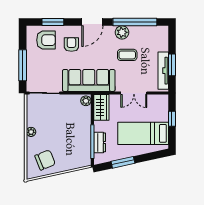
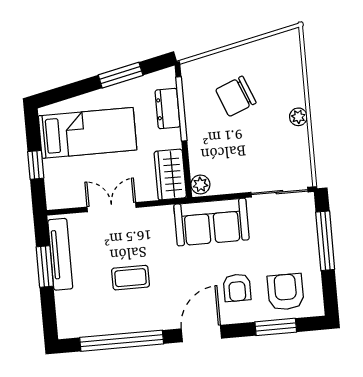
plant: (122, 32) -> (144, 319), removed
armchair: (46, 40) -> (286, 292), turned 90
sofa: (89, 80) -> (211, 222), width x0.73
chair: (45, 160) -> (236, 96), moved

